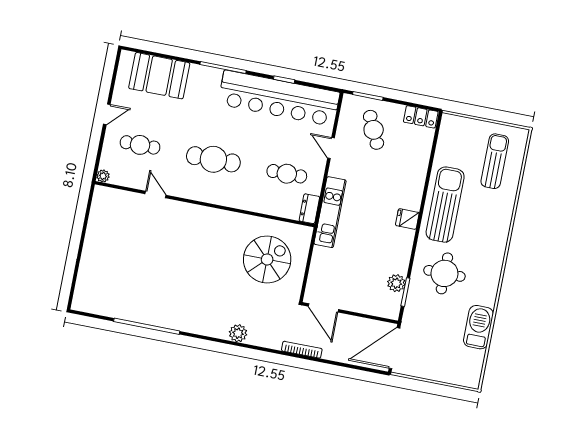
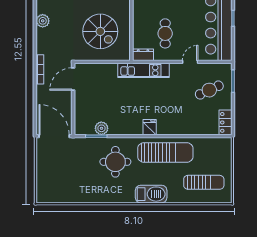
barbecue: (478, 327) -> (151, 194), moved

